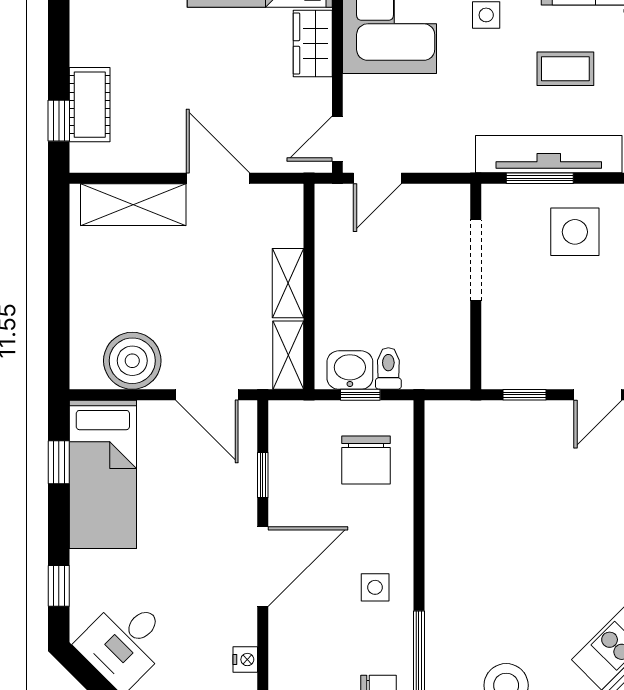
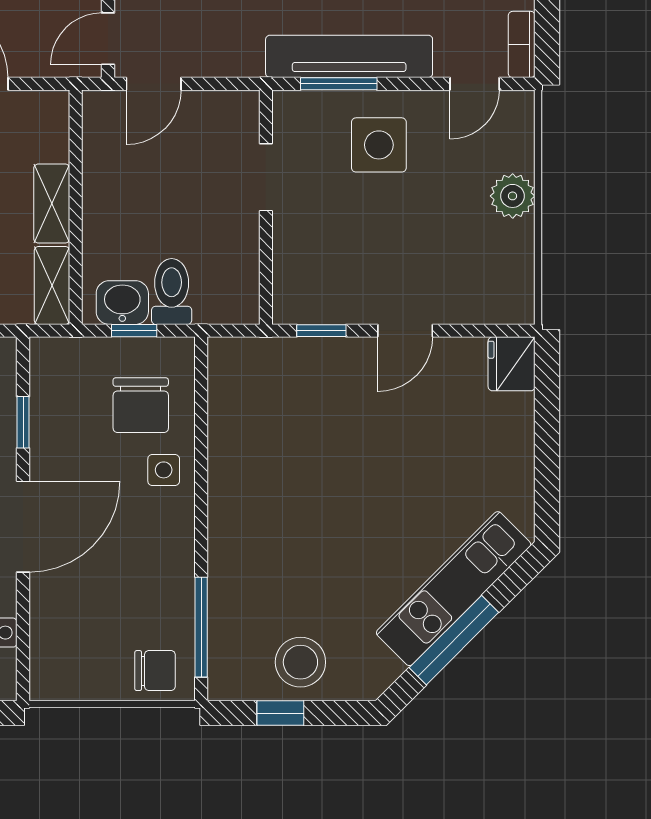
doorway: (476, 260) -> (266, 177), width x0.73
toilet: (388, 368) -> (172, 292), width x1.37, depth x1.39
side table: (375, 587) -> (164, 470), moved

